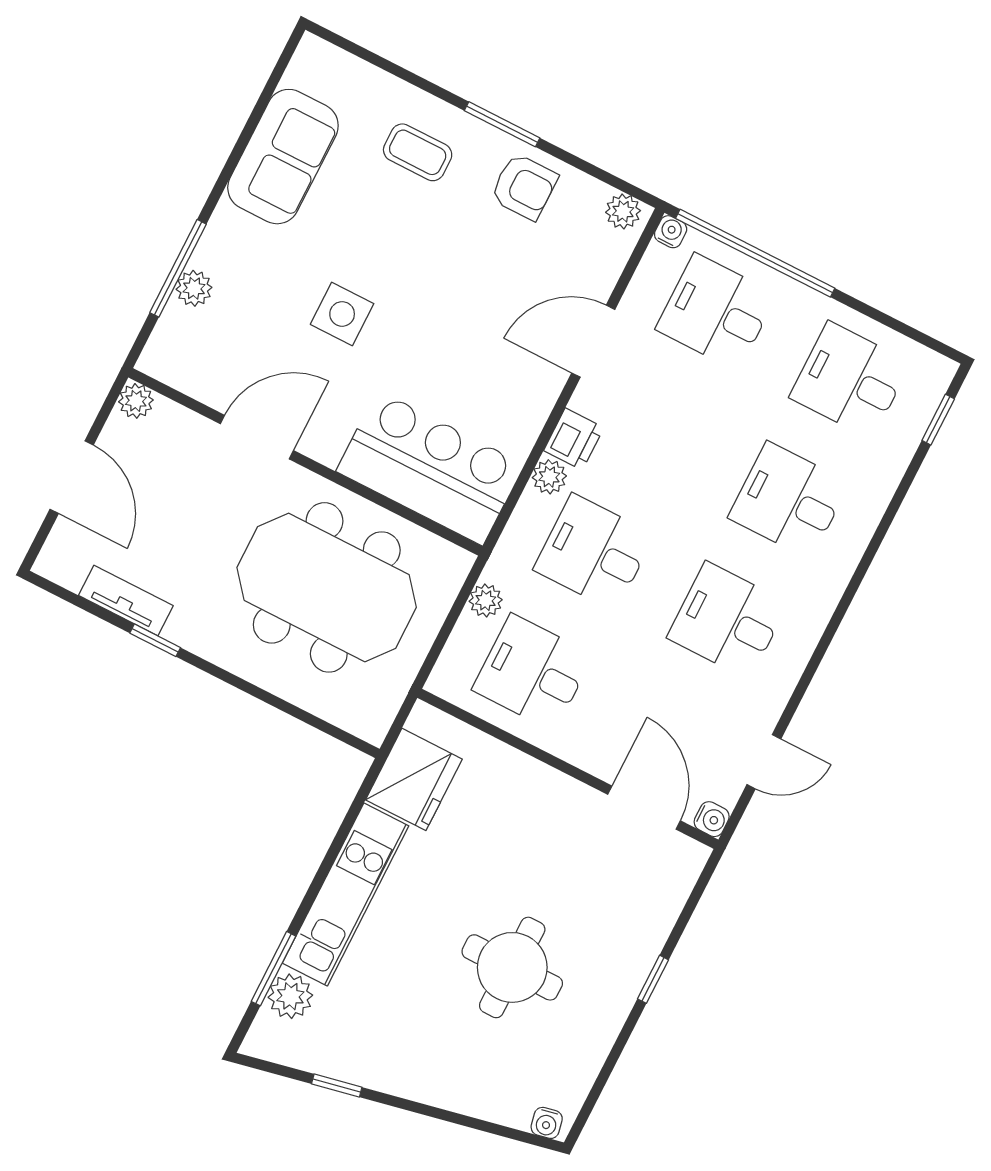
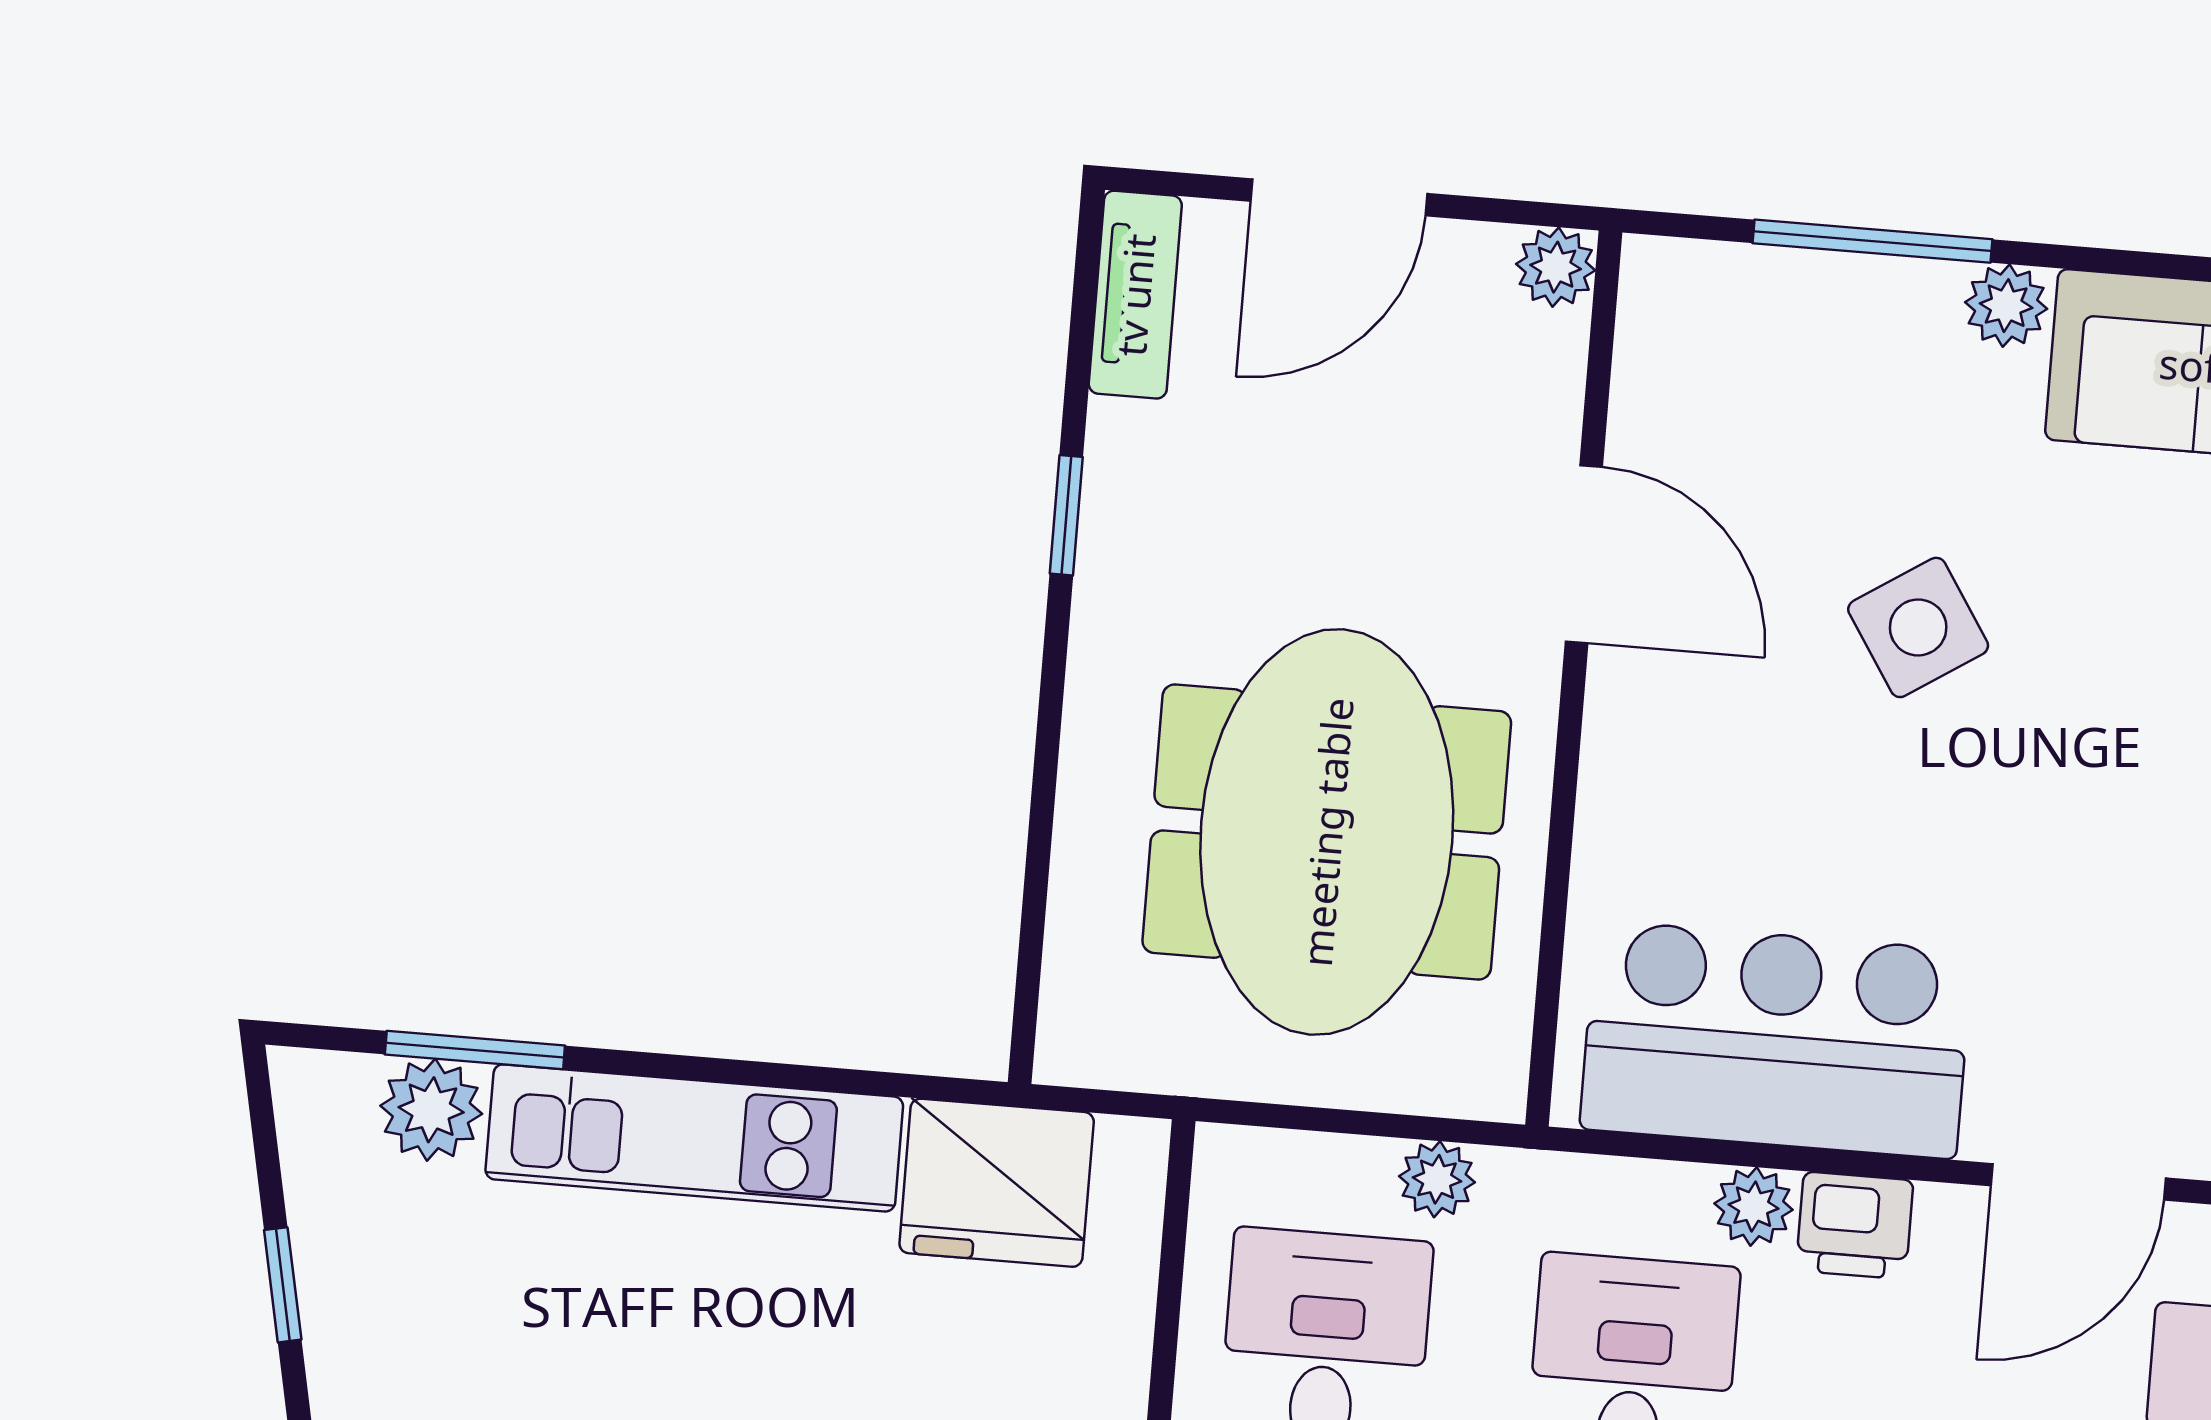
plant: (194, 288) -> (2006, 306), moved
side table: (342, 314) -> (1918, 627), turned -33
door: (593, 341) -> (2078, 1182), swing flipped
bar counter: (430, 468) -> (1776, 1040), moved, turned -90
tv unit: (126, 601) -> (1135, 295), moved

